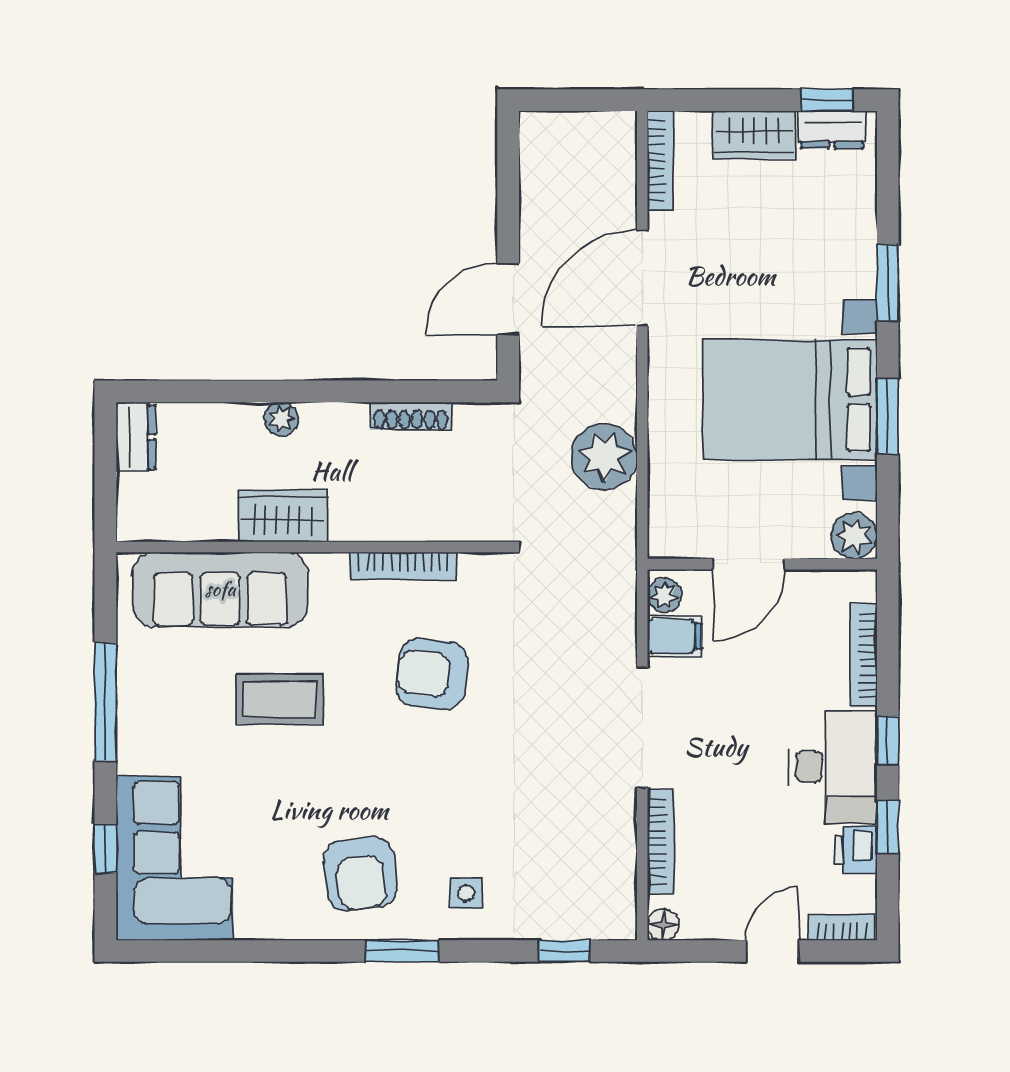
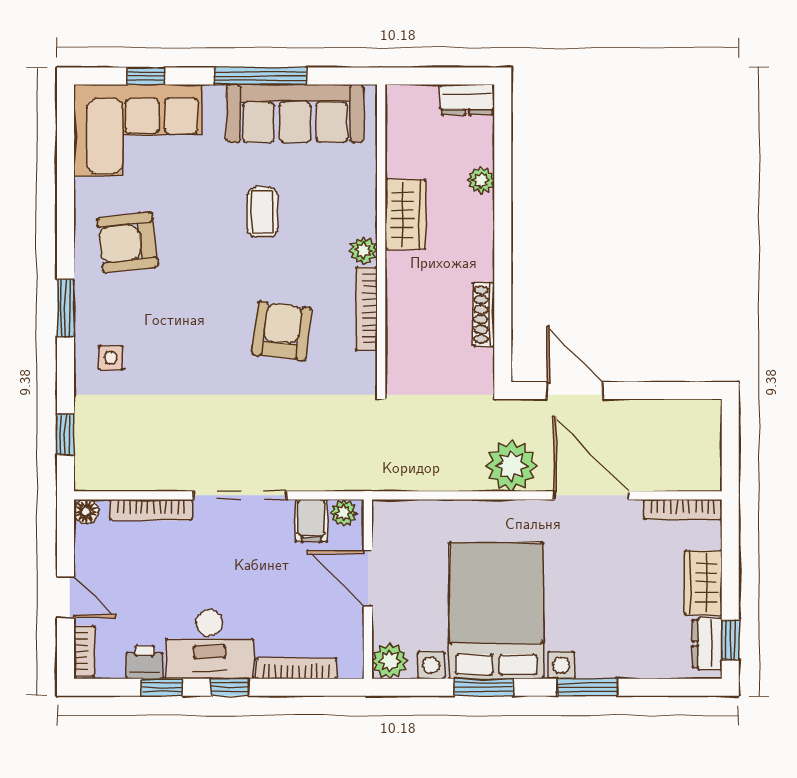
plant: (281, 419) -> (481, 180), moved
plant: (604, 457) -> (512, 466), moved
plant: (329, 570) -> (363, 250), added
sofa: (220, 589) -> (295, 113), moved, turned -90
coffee table: (279, 699) -> (262, 212), width x0.73, depth x0.77
armchair: (360, 874) -> (128, 242), moved

